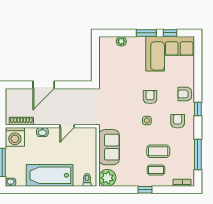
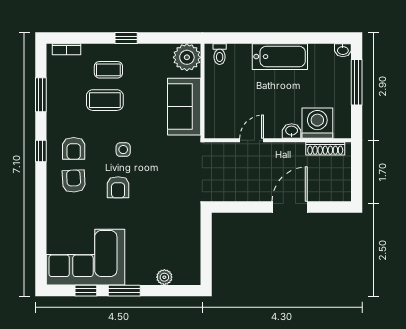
armchair: (185, 94) -> (74, 181), moved, turned -93
window: (198, 109) -> (41, 151), moved
washing machine: (15, 137) -> (317, 123), moved
window: (198, 154) -> (41, 95), width x0.69
bathtub: (50, 175) -> (280, 57), width x0.73, depth x0.73

